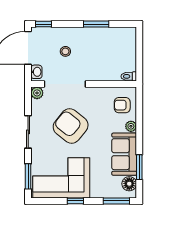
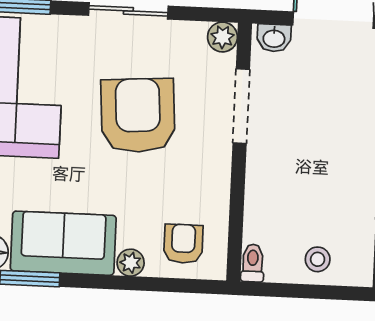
stool: (65, 51) -> (318, 259), moved
doorway: (65, 84) -> (241, 106), width x0.73
armchair: (71, 126) -> (138, 115), turned -43

